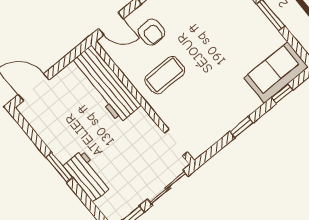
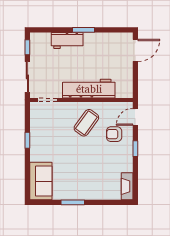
coffee table: (165, 75) -> (86, 123), turned 36
workbench: (105, 84) -> (89, 89), moved
window: (282, 94) -> (27, 175), removed

